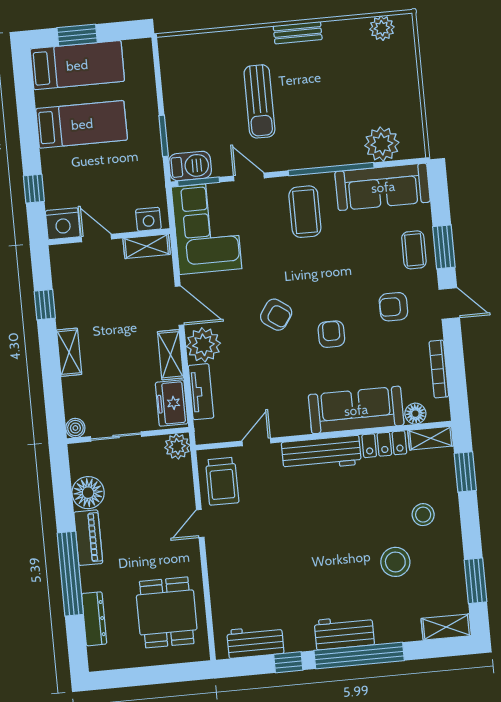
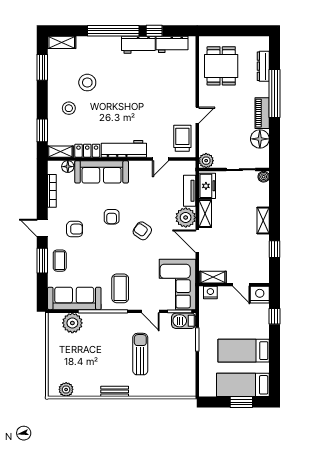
workbench: (344, 633) -> (138, 45), moved

